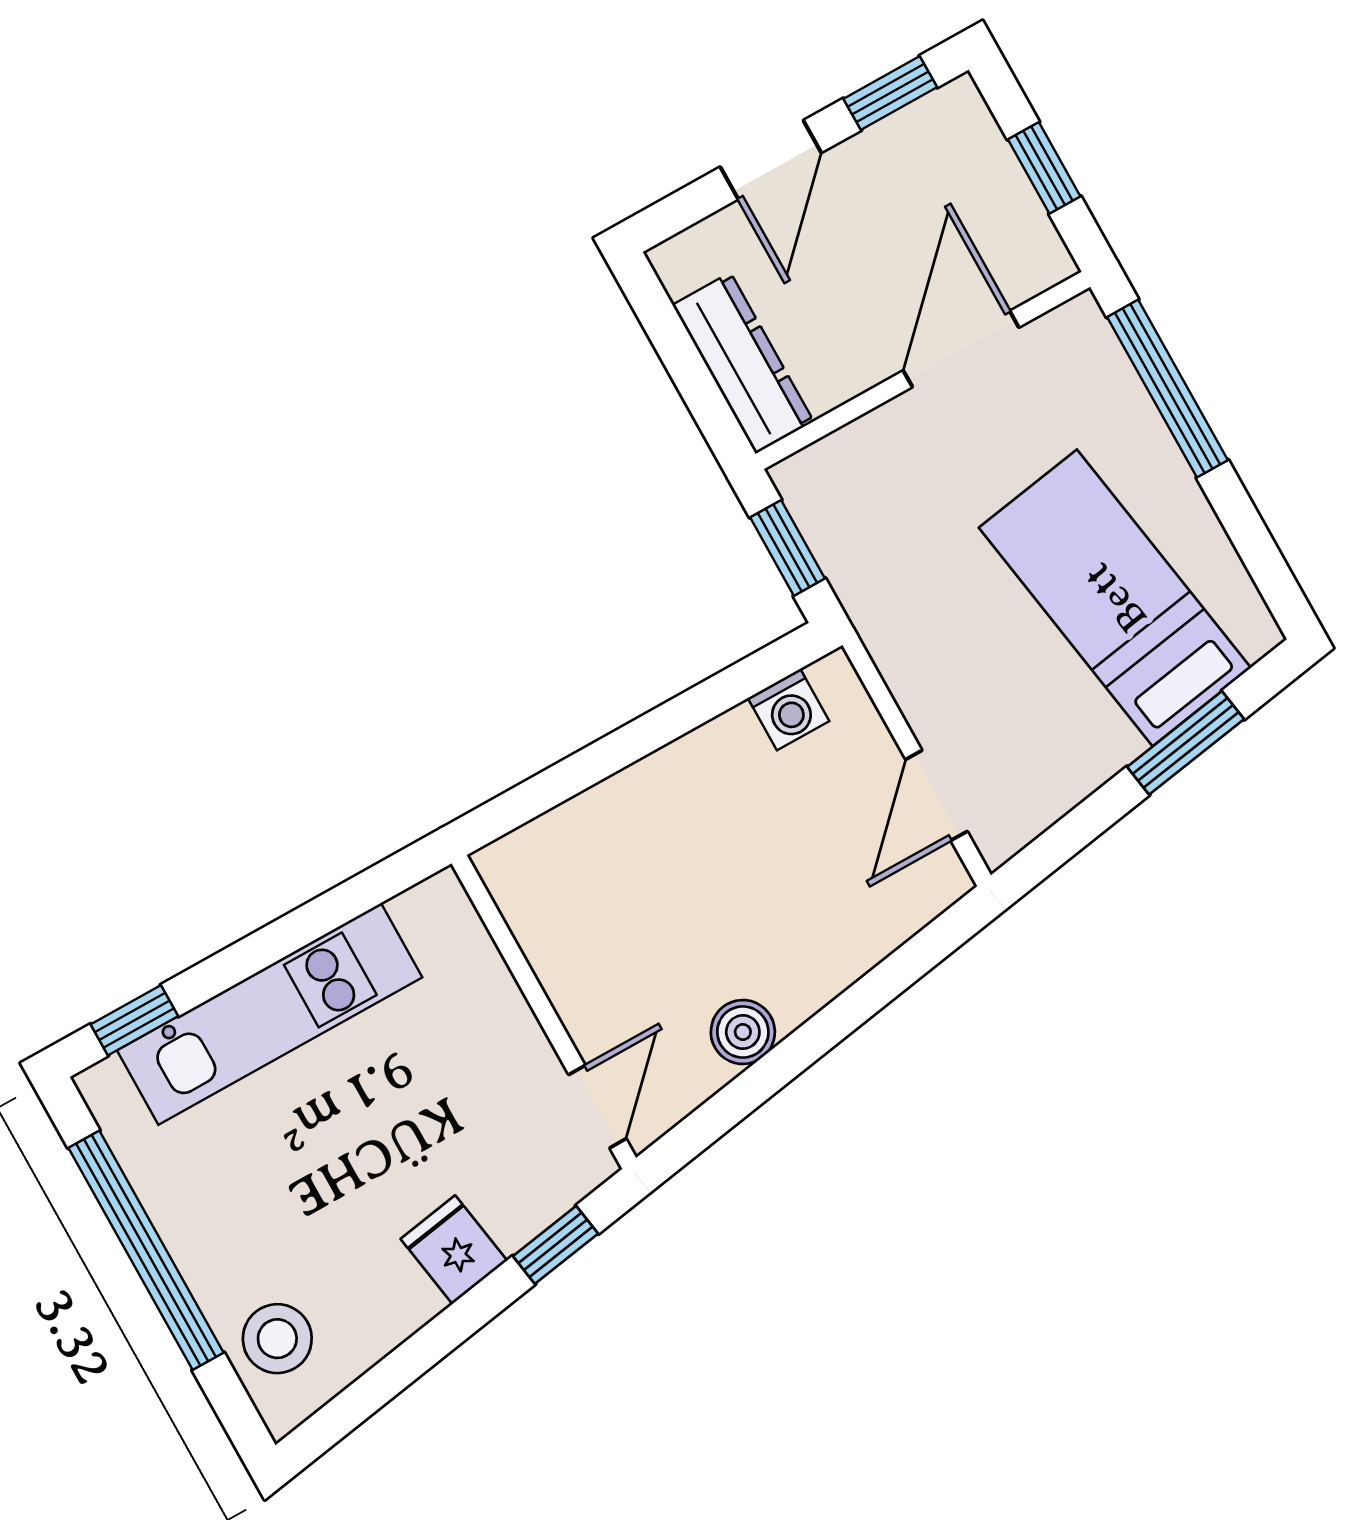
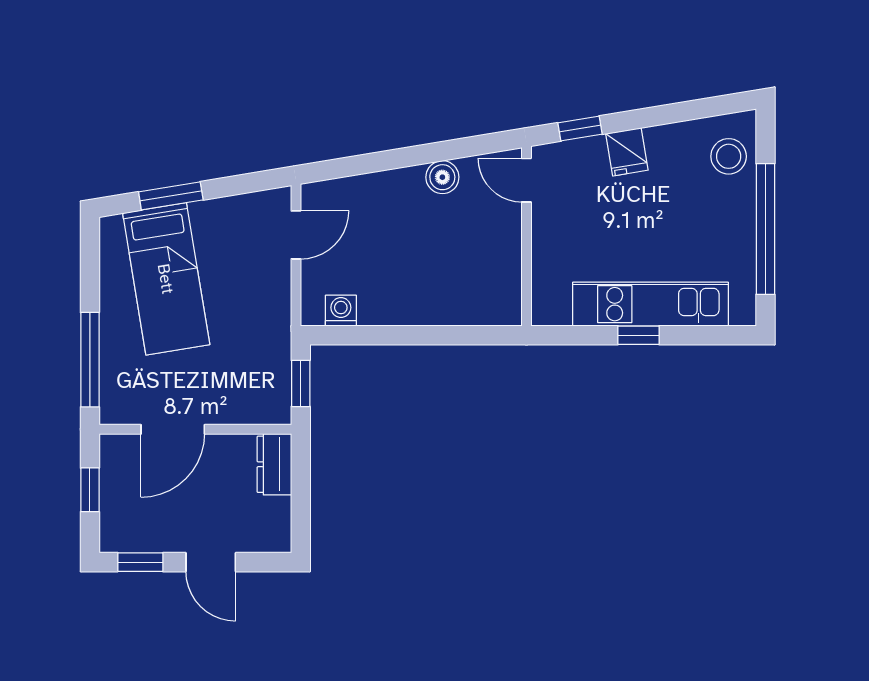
door: (771, 160) -> (211, 562), swing flipped
dresser: (743, 363) -> (274, 464), width x0.70
window: (134, 1020) -> (639, 335), moved
door: (597, 1107) -> (526, 180), hinge flipped

